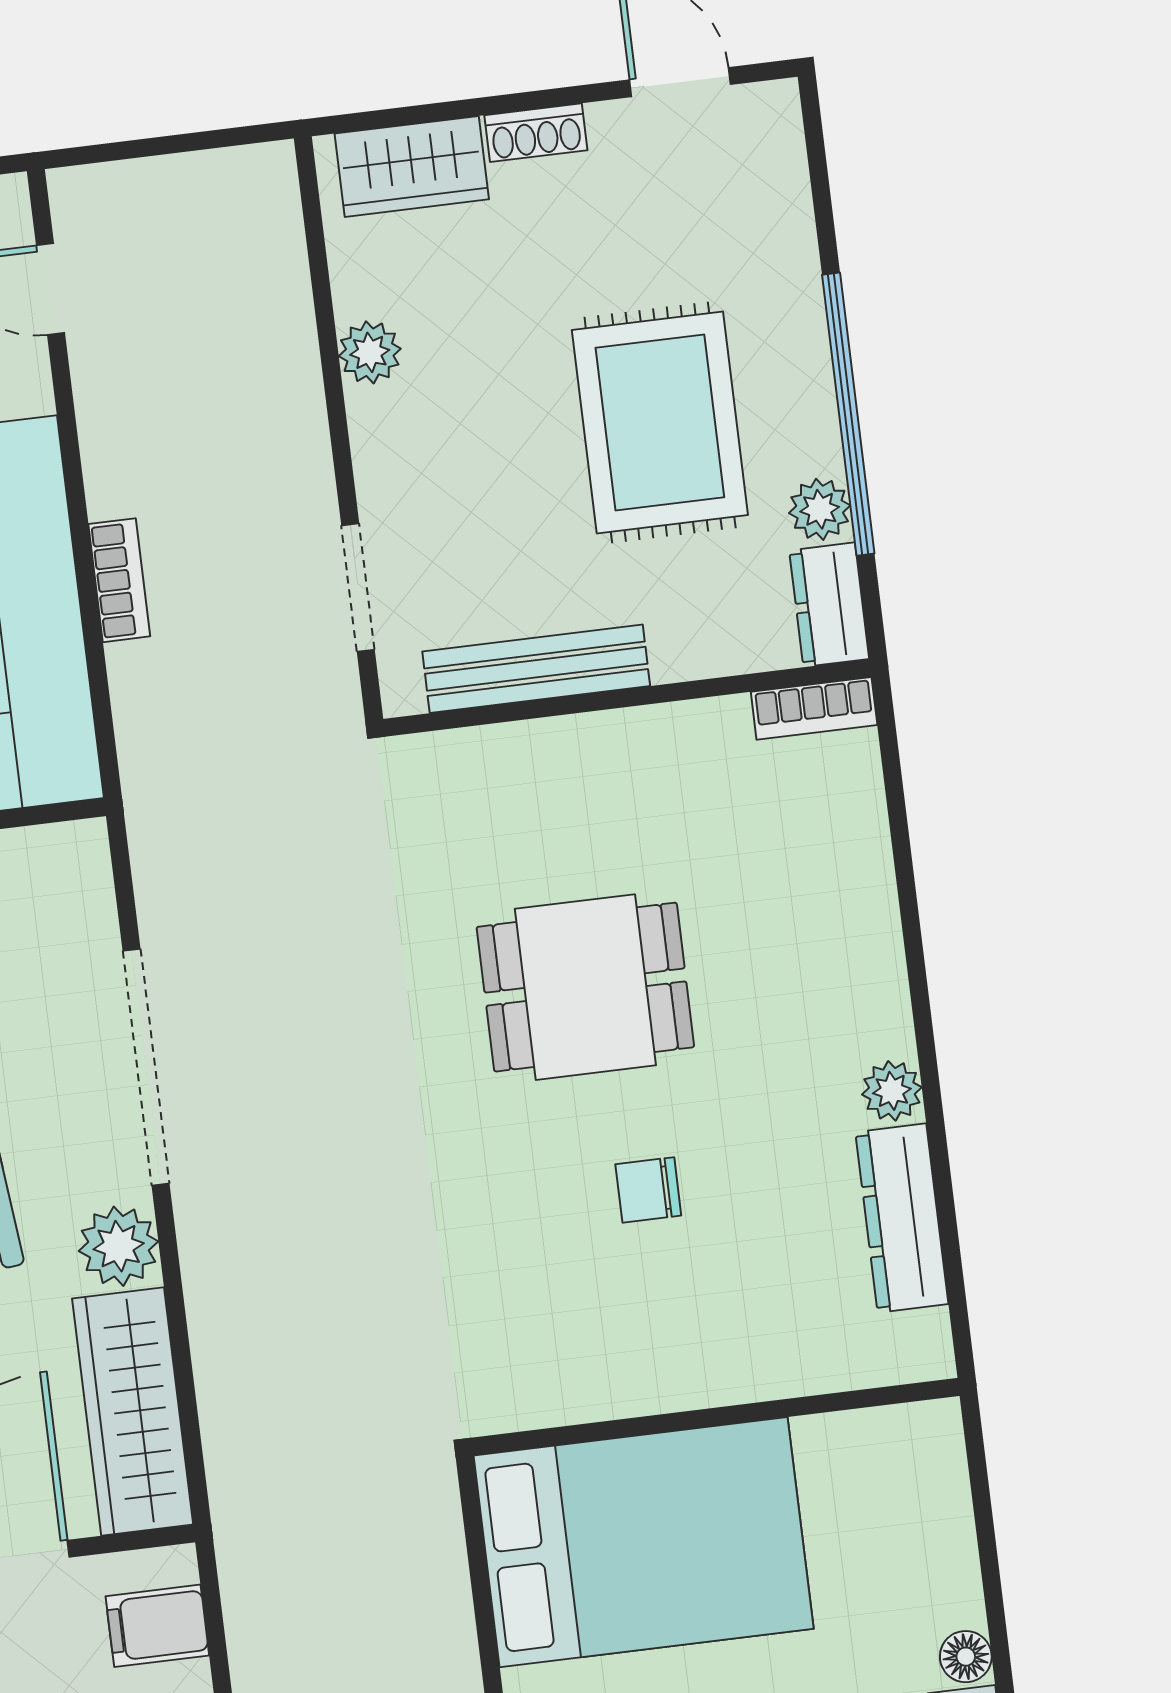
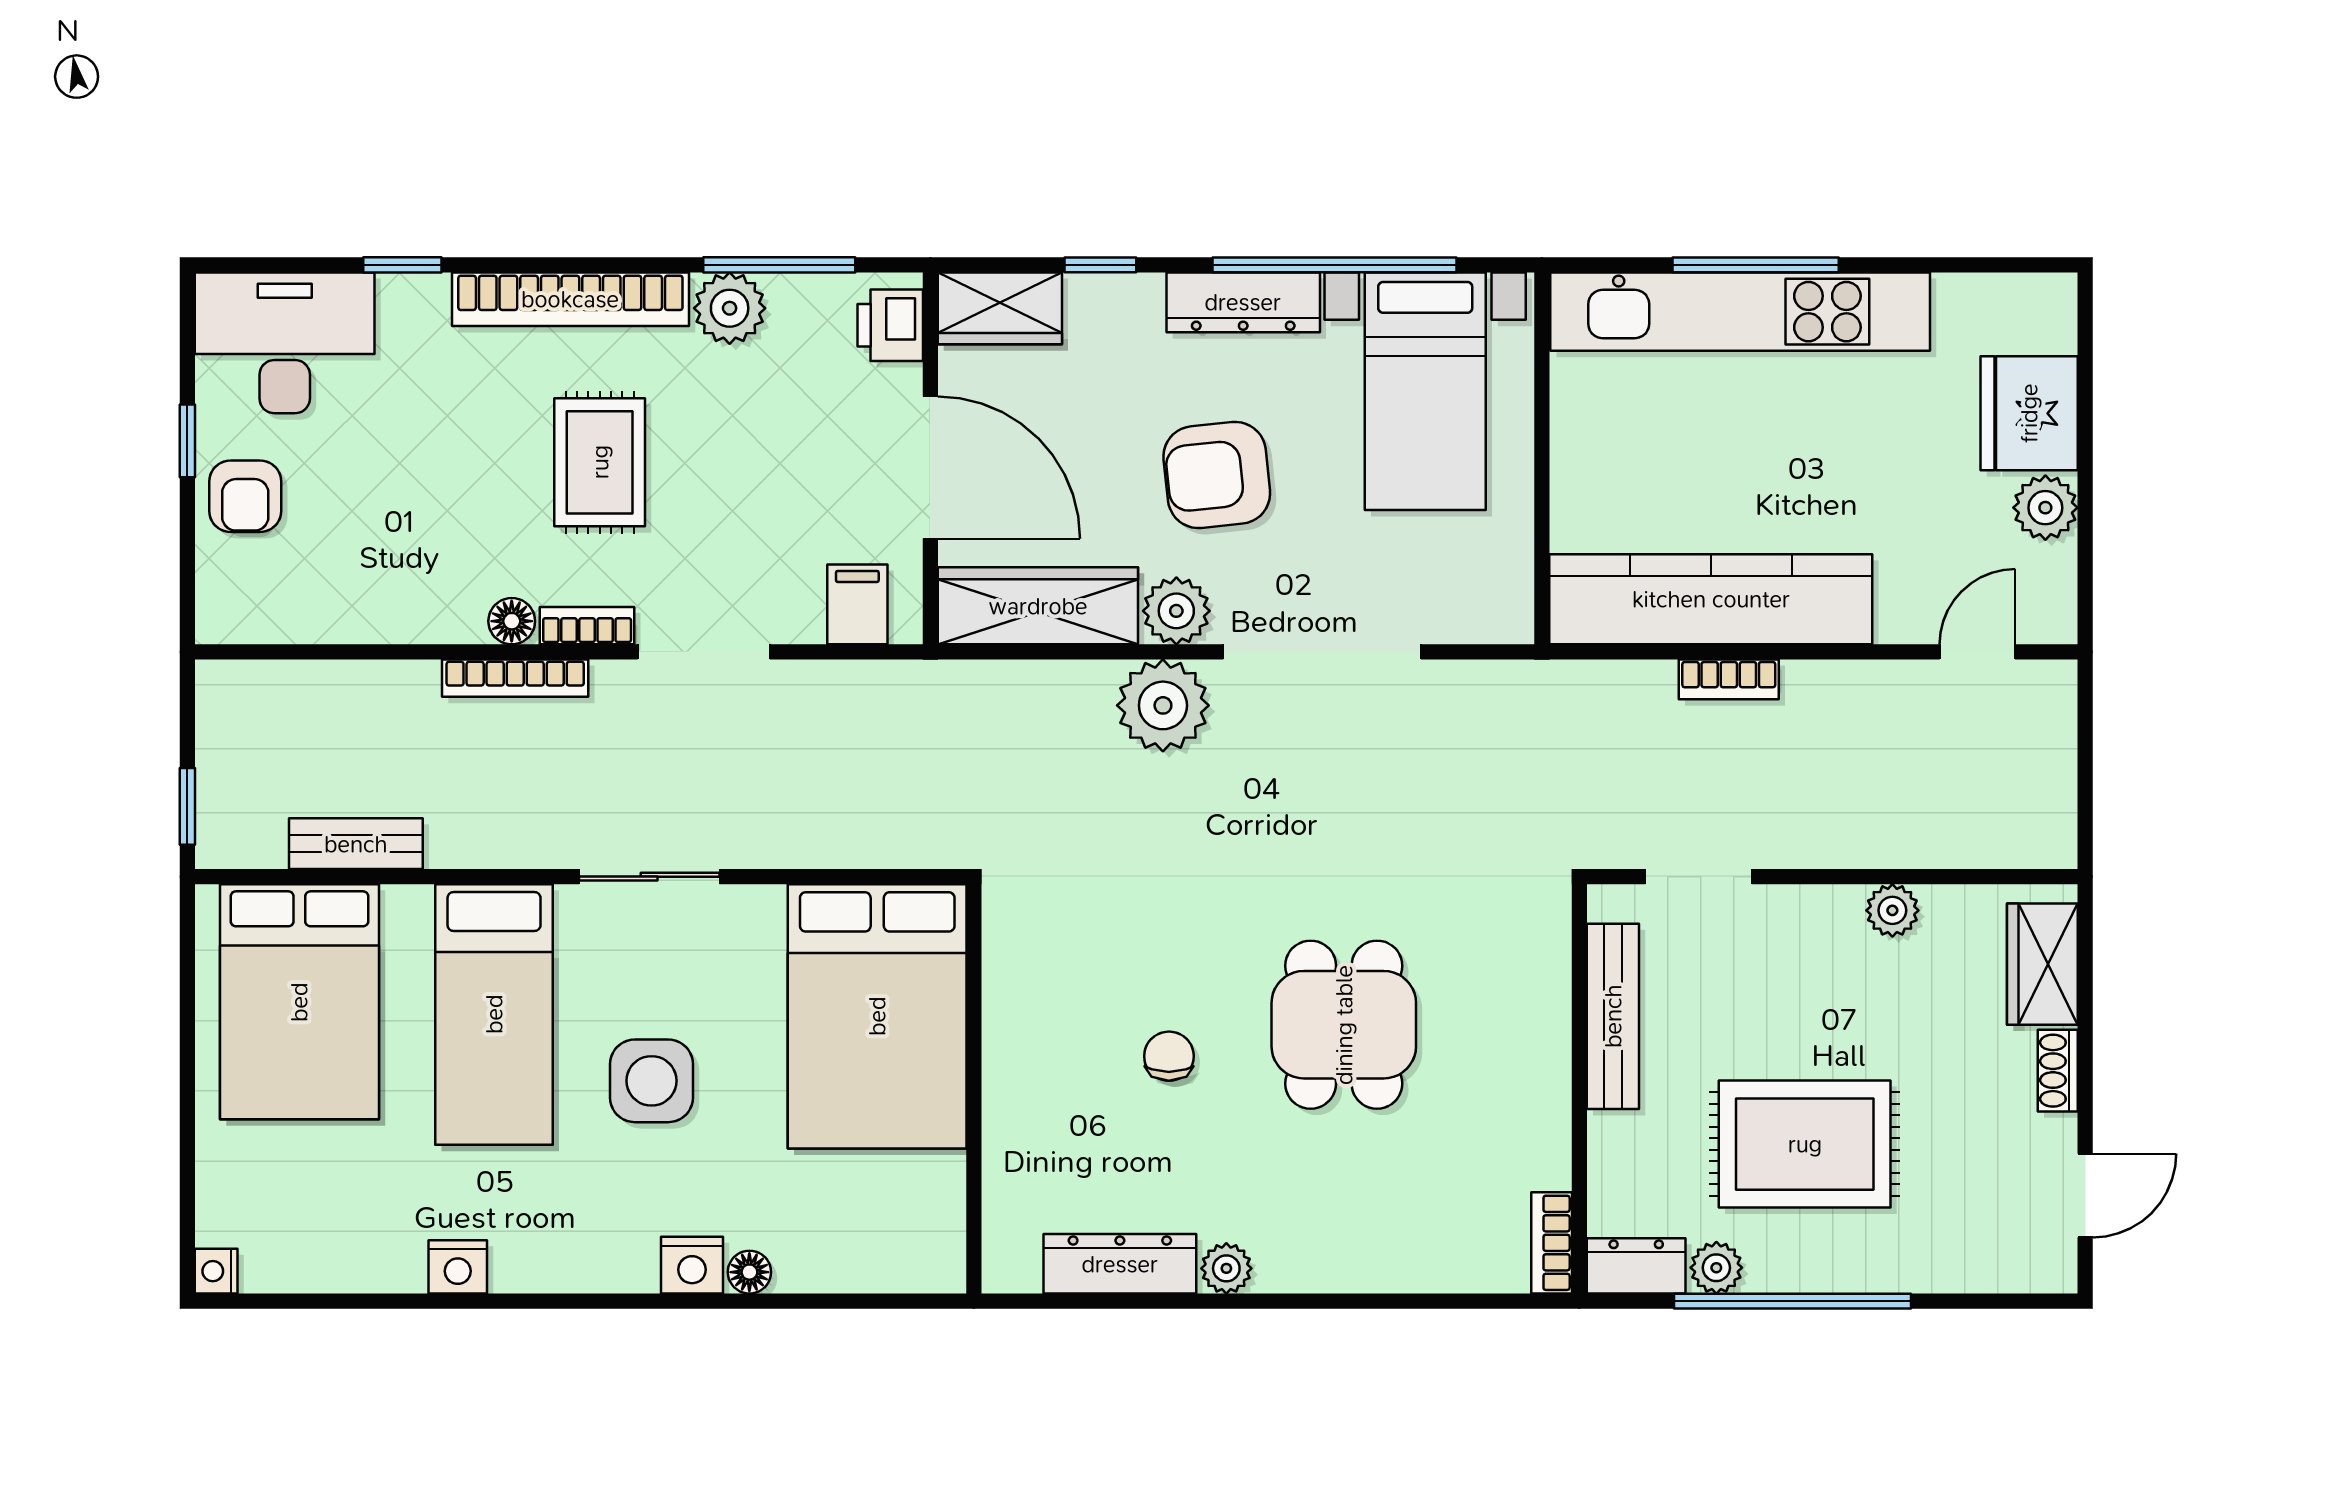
plant: (233, 1248) -> (1163, 705), added

